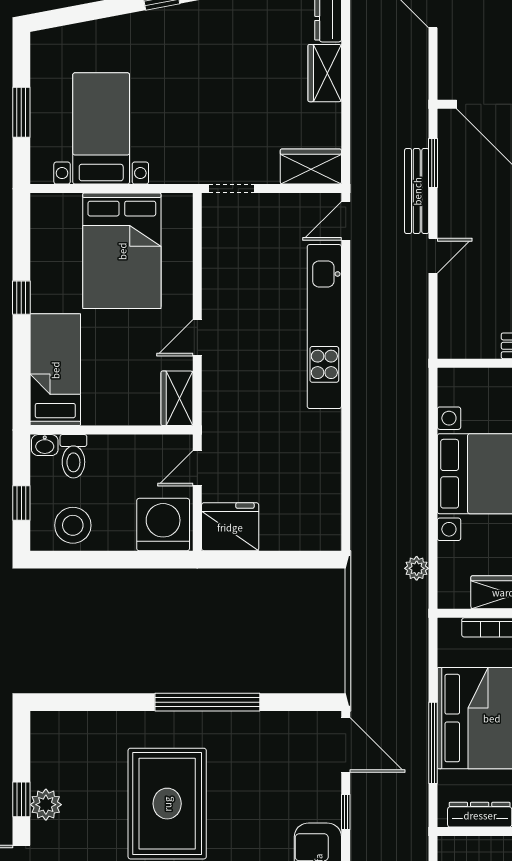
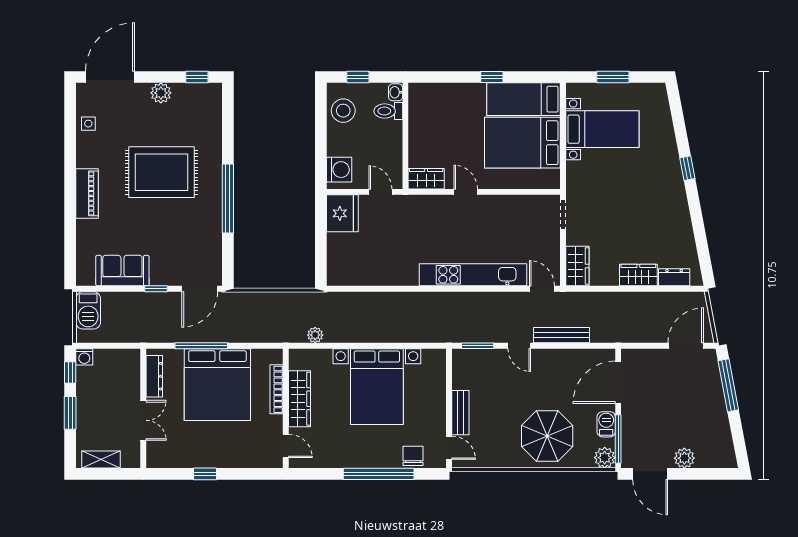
window: (433, 163) -> (478, 346), moved
bed: (55, 370) -> (524, 99), moved, turned 180
washing machine: (163, 525) -> (339, 170), width x0.73, depth x0.73
window: (21, 799) -> (197, 77), moved

